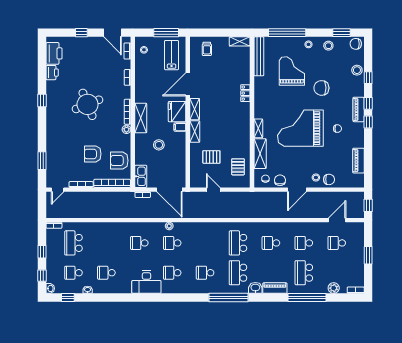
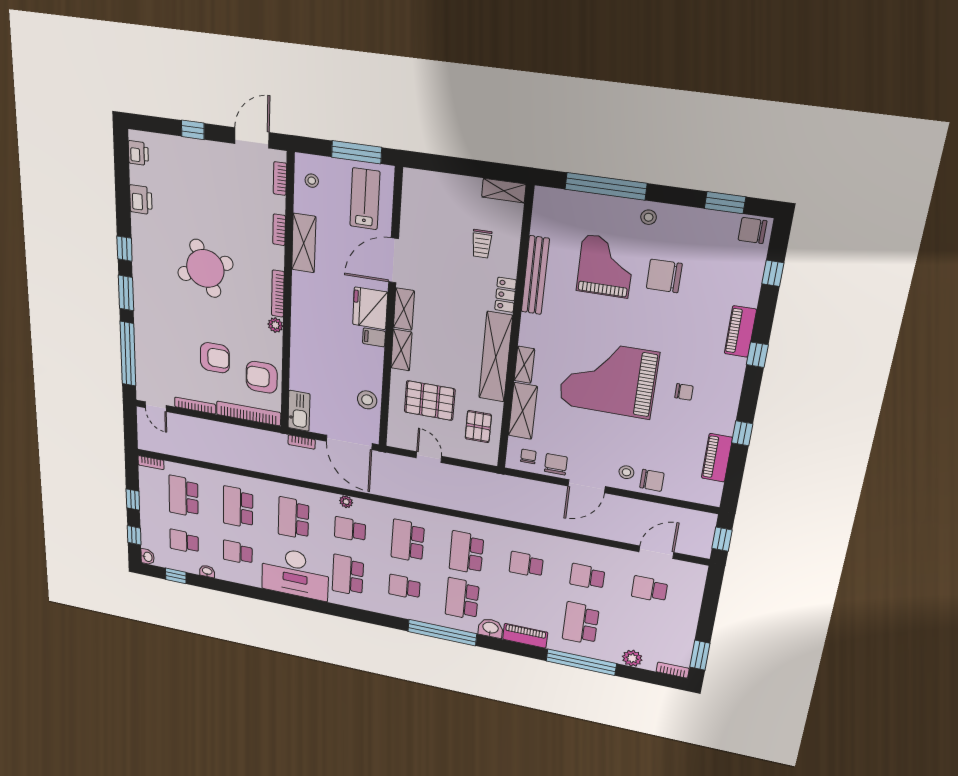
door: (112, 33) -> (252, 138), swing flipped
stool: (328, 46) -> (692, 226), removed
trolley: (207, 49) -> (482, 244), moved
printer: (54, 53) -> (138, 153), width x0.53, depth x0.68
bench: (259, 56) -> (535, 275), moved
stool: (357, 70) -> (745, 285), removed
window: (368, 78) -> (773, 273), moved
chair: (321, 88) -> (664, 276), moved
piano: (359, 109) -> (740, 332), moved
shelving: (141, 118) -> (304, 243), moved
window: (368, 122) -> (742, 433), moved
window: (42, 125) -> (126, 293), added
shelving: (243, 127) -> (496, 357), added
stool: (159, 145) -> (367, 400), moved
armchair: (93, 154) -> (215, 358), turned 180
pallet: (211, 157) -> (430, 401), width x1.50, depth x1.42
window: (42, 161) -> (128, 354), width x2.11
door: (58, 190) -> (156, 407), hinge flipped
school desk: (106, 243) -> (238, 507), added
school desk: (139, 243) -> (294, 518), width x1.85
school desk: (205, 243) -> (408, 541), added
window: (368, 255) -> (700, 655), moved
school desk: (172, 273) -> (348, 575), width x1.85
desk: (146, 282) -> (295, 573), width x1.36, depth x1.30

